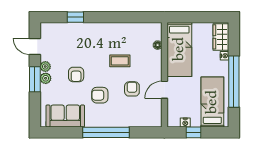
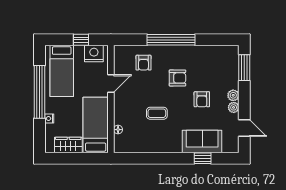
wardrobe: (221, 37) -> (68, 145), moved, turned -90
armchair: (76, 74) -> (202, 99), turned 180
window: (35, 79) -> (244, 68), moved
armchair: (132, 89) -> (143, 63), moved
sofa: (65, 116) -> (202, 142), moved, turned 180
nightstand: (185, 123) -> (94, 54), width x1.89, depth x1.79

